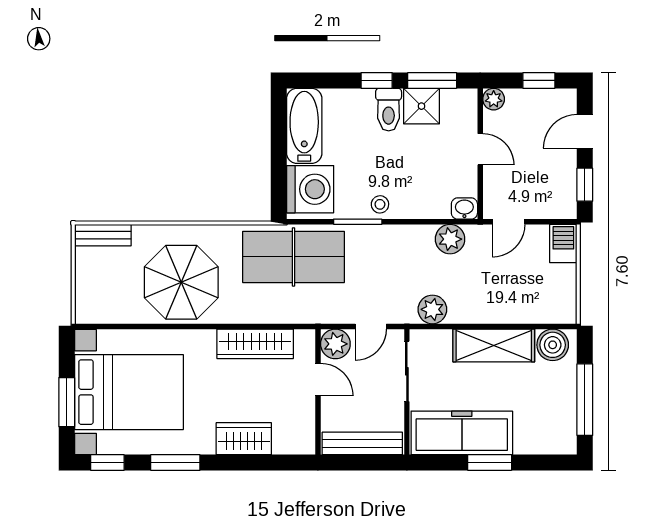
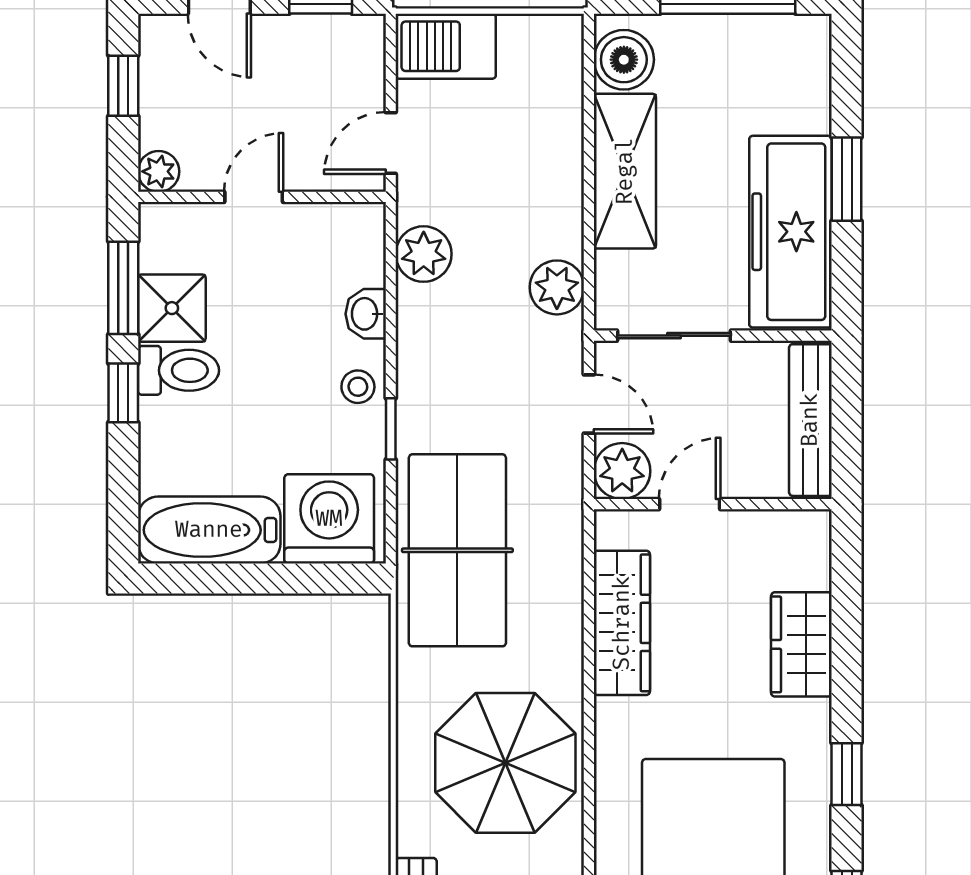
washbasin: (464, 209) -> (366, 314), moved
window: (358, 222) -> (391, 429), width x0.67
door: (509, 222) -> (391, 143), swing flipped
barbecue: (563, 244) -> (446, 46), width x1.38, depth x1.27
window: (175, 462) -> (847, 774), width x0.67

